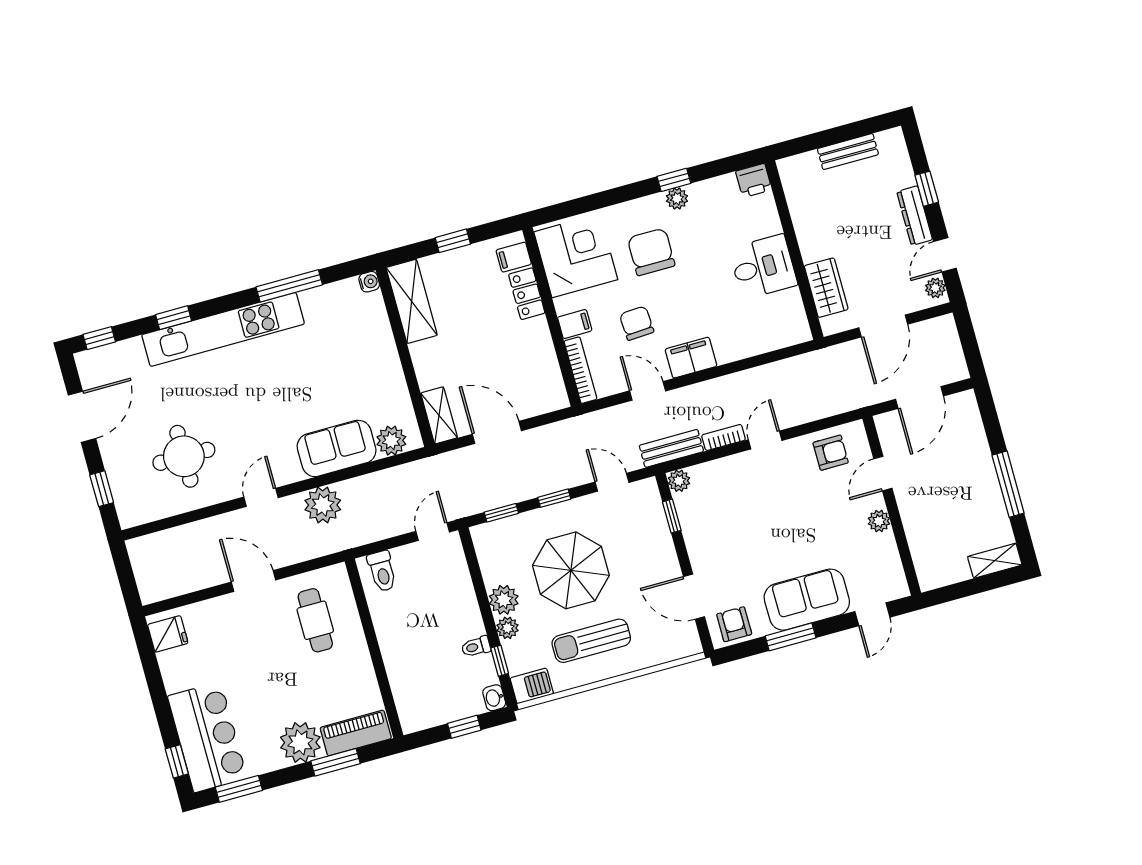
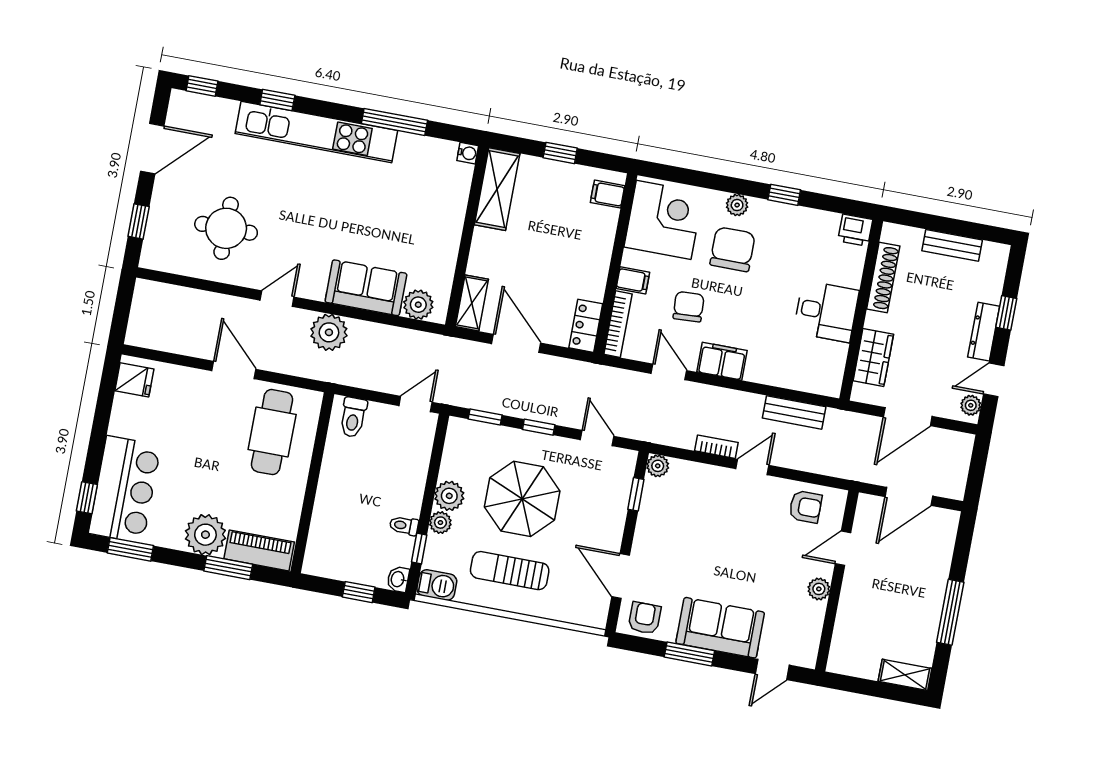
plant: (677, 199) -> (737, 205), moved
shoe rack: (800, 211) -> (883, 278), added
locker: (527, 294) -> (586, 326), moved
bench: (671, 448) -> (794, 412), moved
cafe table: (315, 620) -> (272, 432), width x1.37, depth x1.35

